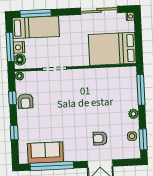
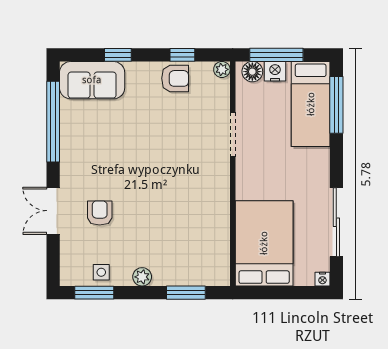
window: (141, 90) -> (186, 293), width x0.69
armchair: (25, 101) -> (175, 78), turned 180
sofa: (45, 153) -> (92, 80), moved, turned 90

